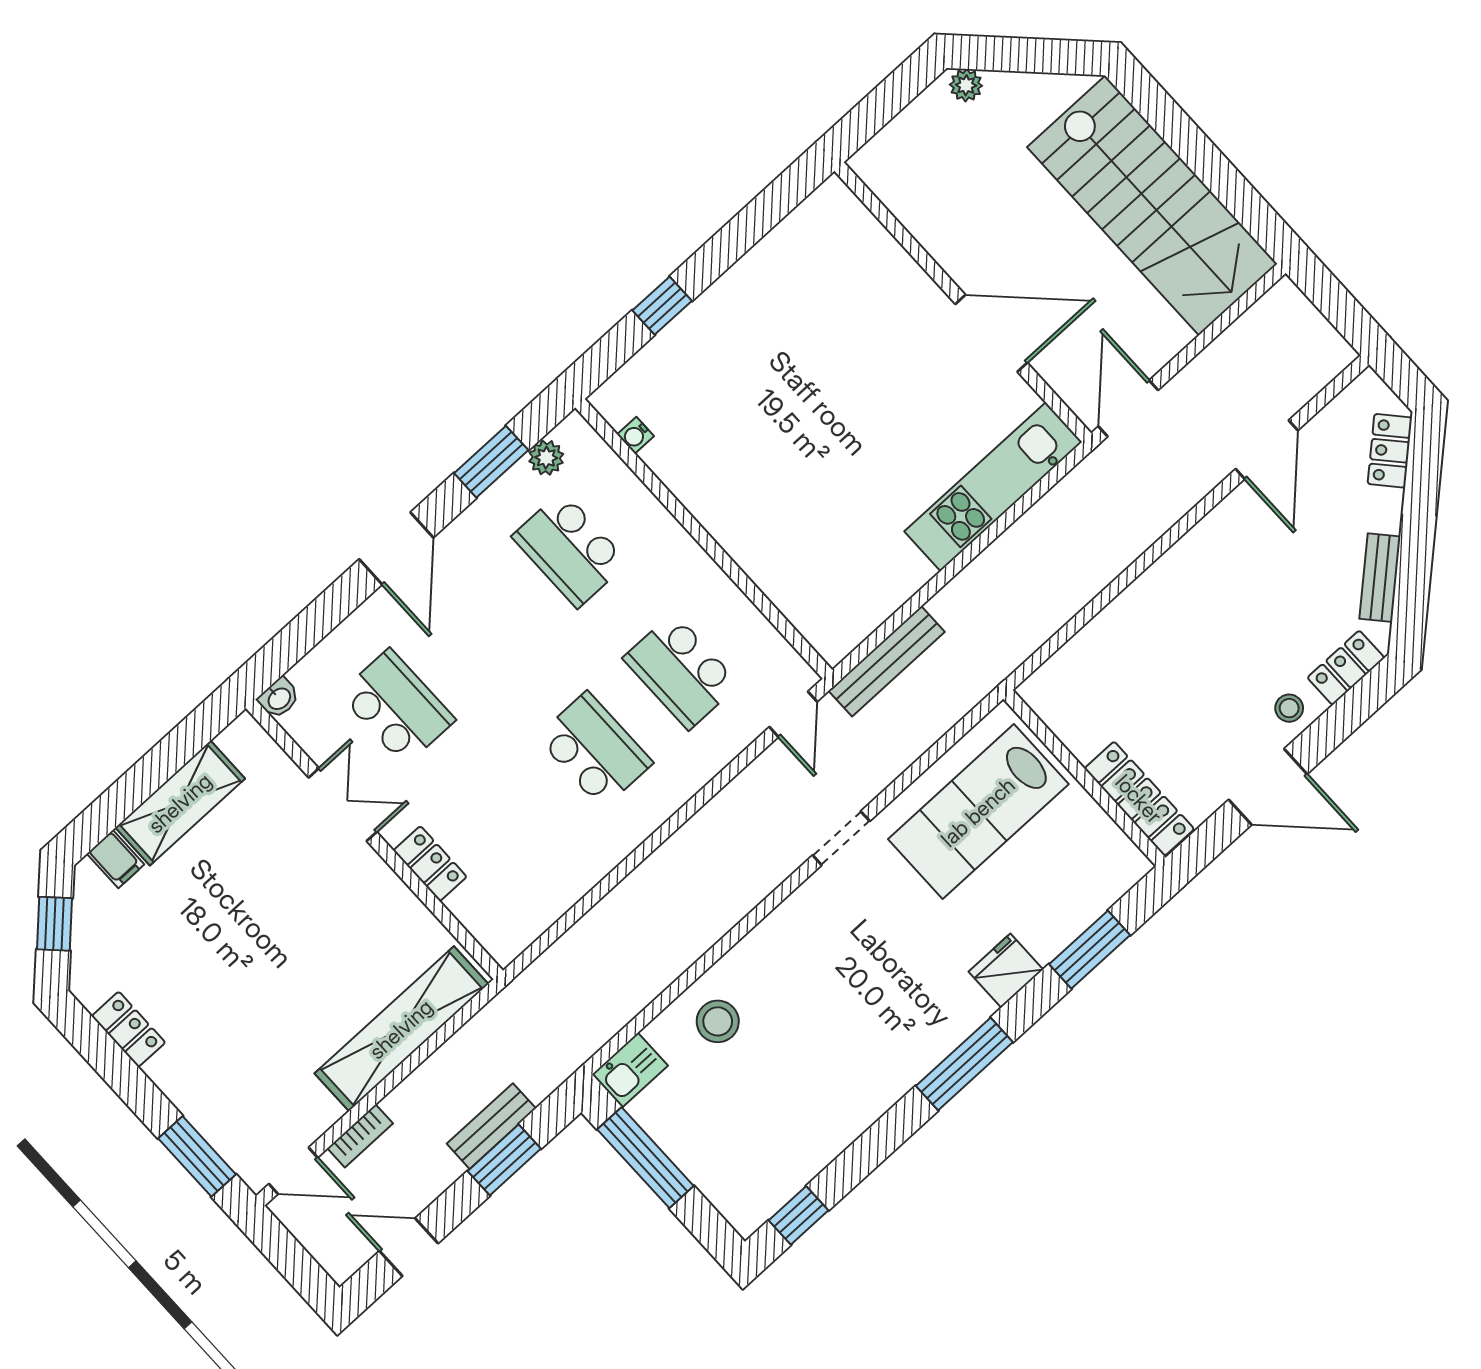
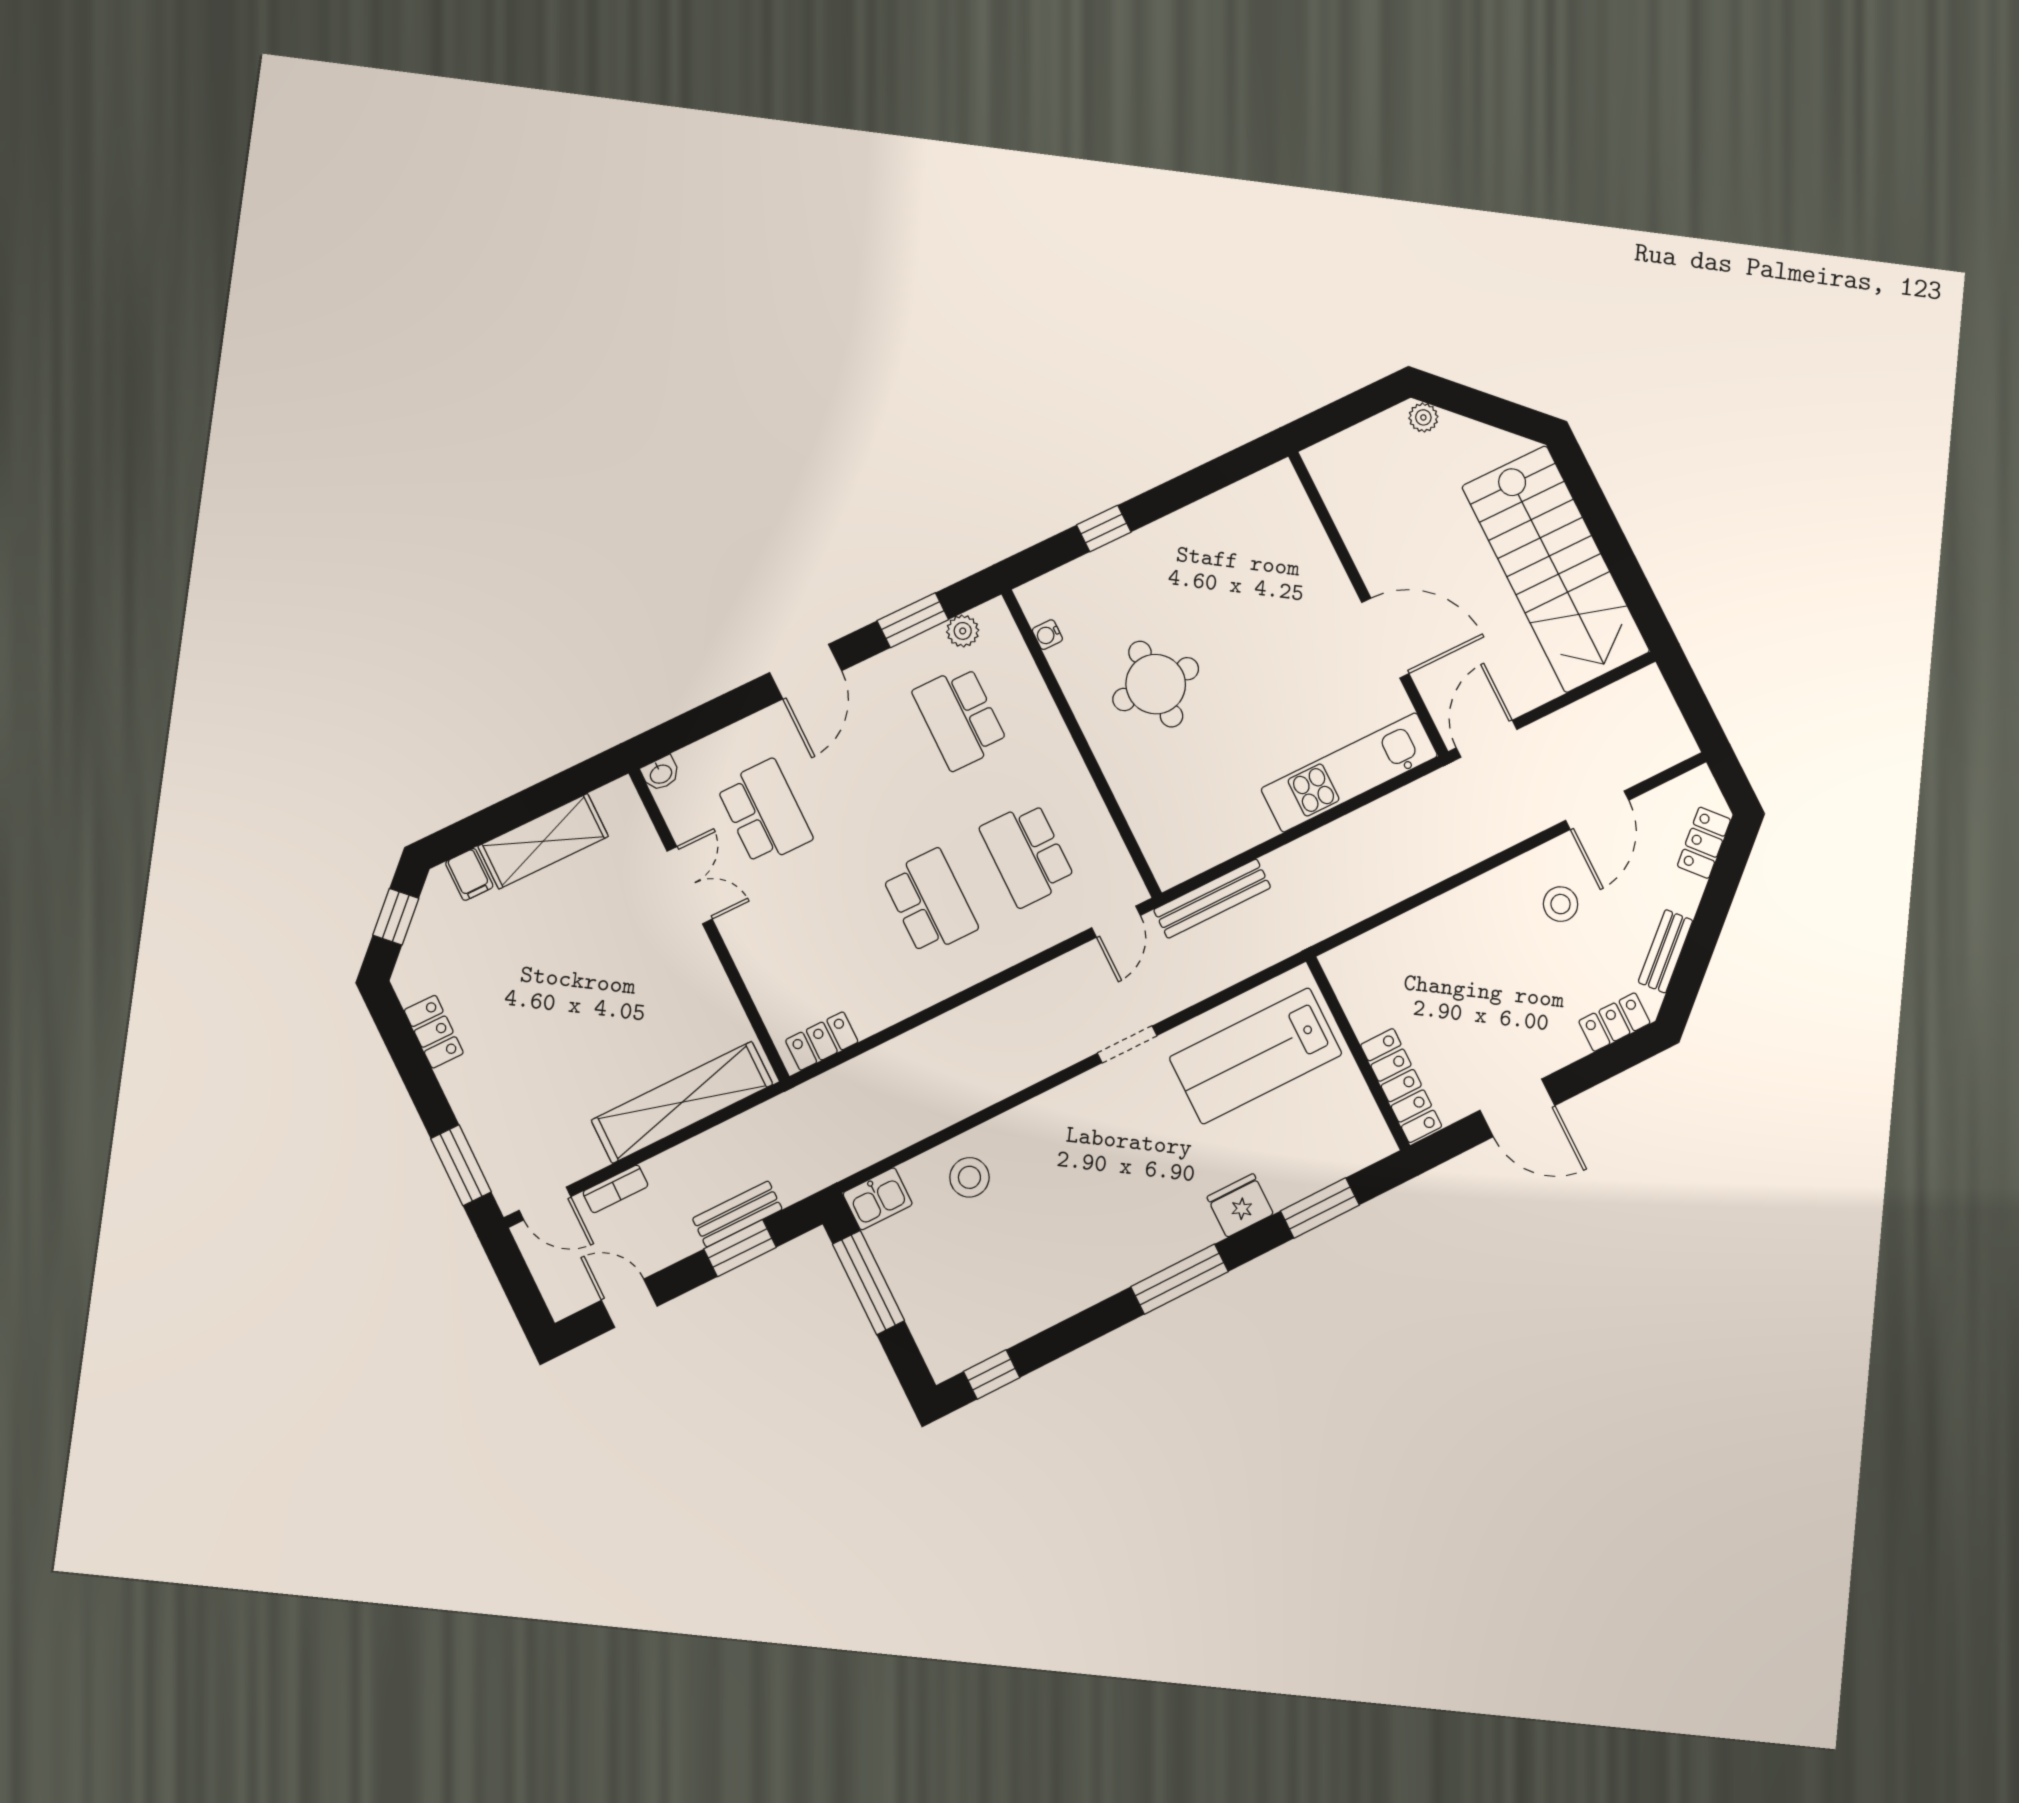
round table: (764, 454) -> (1156, 684), added
stool: (1289, 708) -> (1561, 904), moved, width x1.37, depth x1.37
locker: (430, 864) -> (822, 1041), moved, turned -90

